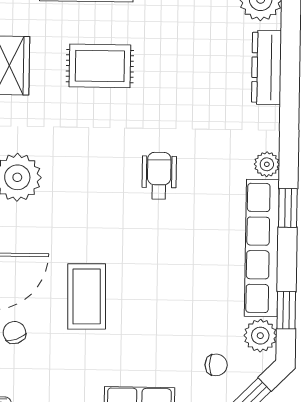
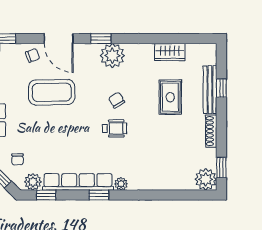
dresser: (267, 67) -> (171, 183), removed
chair: (104, 170) -> (117, 100), added
coffee table: (87, 296) -> (52, 92), width x1.36, depth x1.32

